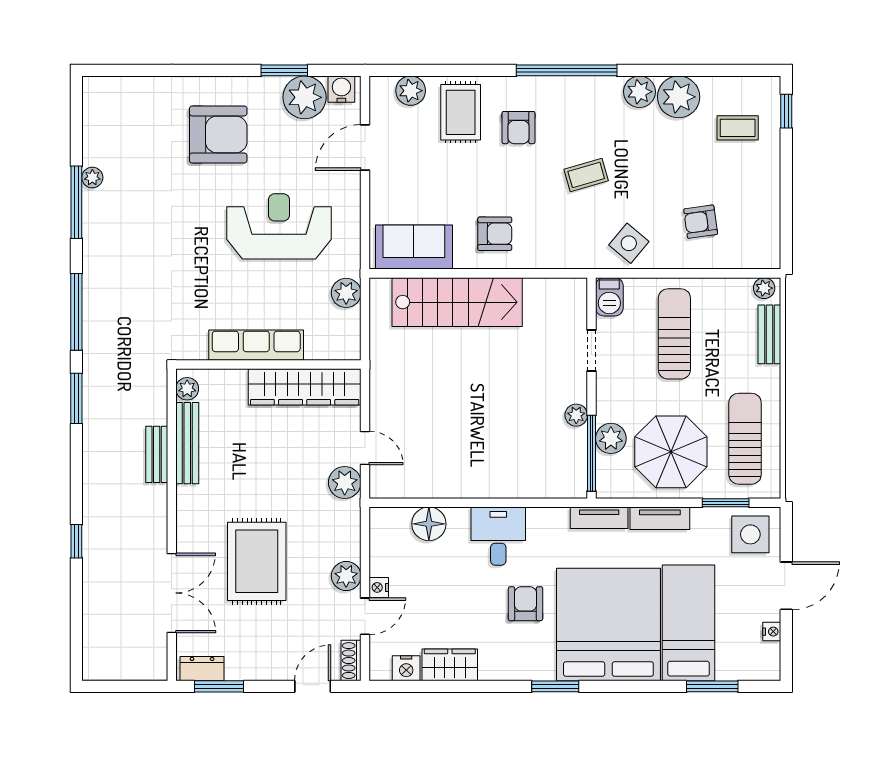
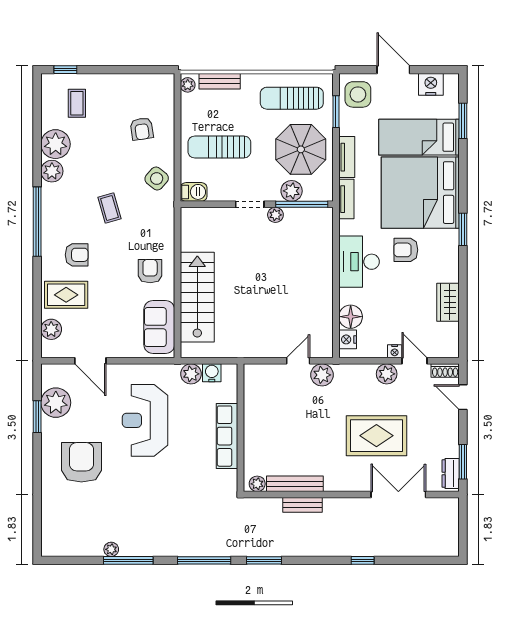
water cooler: (341, 89) -> (212, 373), moved, turned 90
doorway: (592, 351) -> (250, 204), moved
wardrobe: (305, 387) -> (256, 403), removed
desk: (498, 536) -> (359, 262), width x1.37
nightstand: (772, 632) -> (431, 84), width x1.89, depth x1.79
nightstand: (406, 668) -> (348, 339), moved, turned 180

